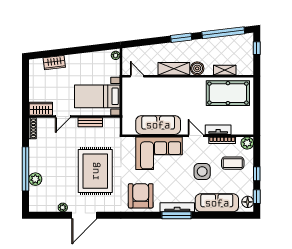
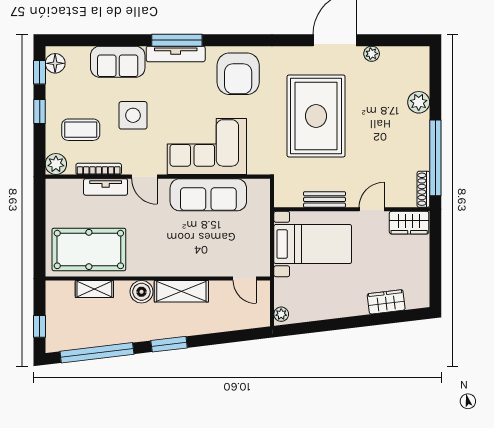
window: (26, 169) -> (435, 158), moved
sofa: (217, 203) -> (118, 62), width x0.73

